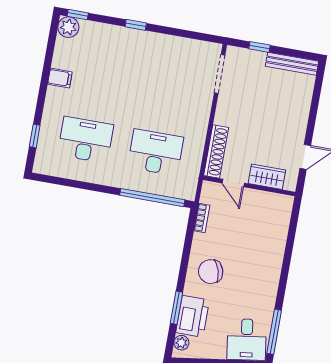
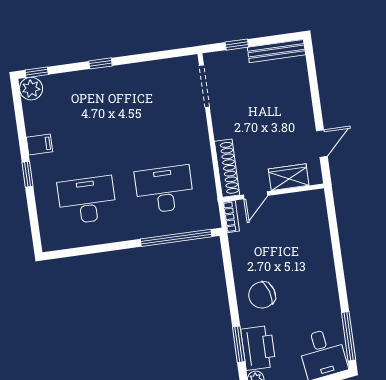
window: (35, 136) -> (27, 174), moved
door: (233, 183) -> (256, 195), hinge flipped
bookcase: (202, 218) -> (231, 217), moved

